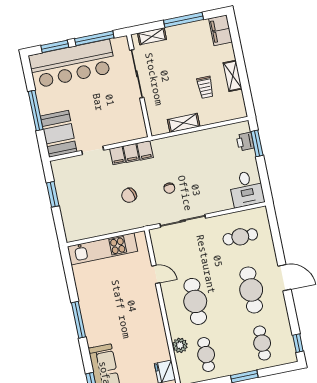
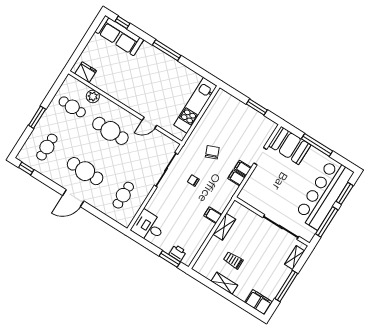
filing cabinet: (145, 150) -> (213, 215), moved
cafe table: (262, 343) -> (47, 147), turned 90

